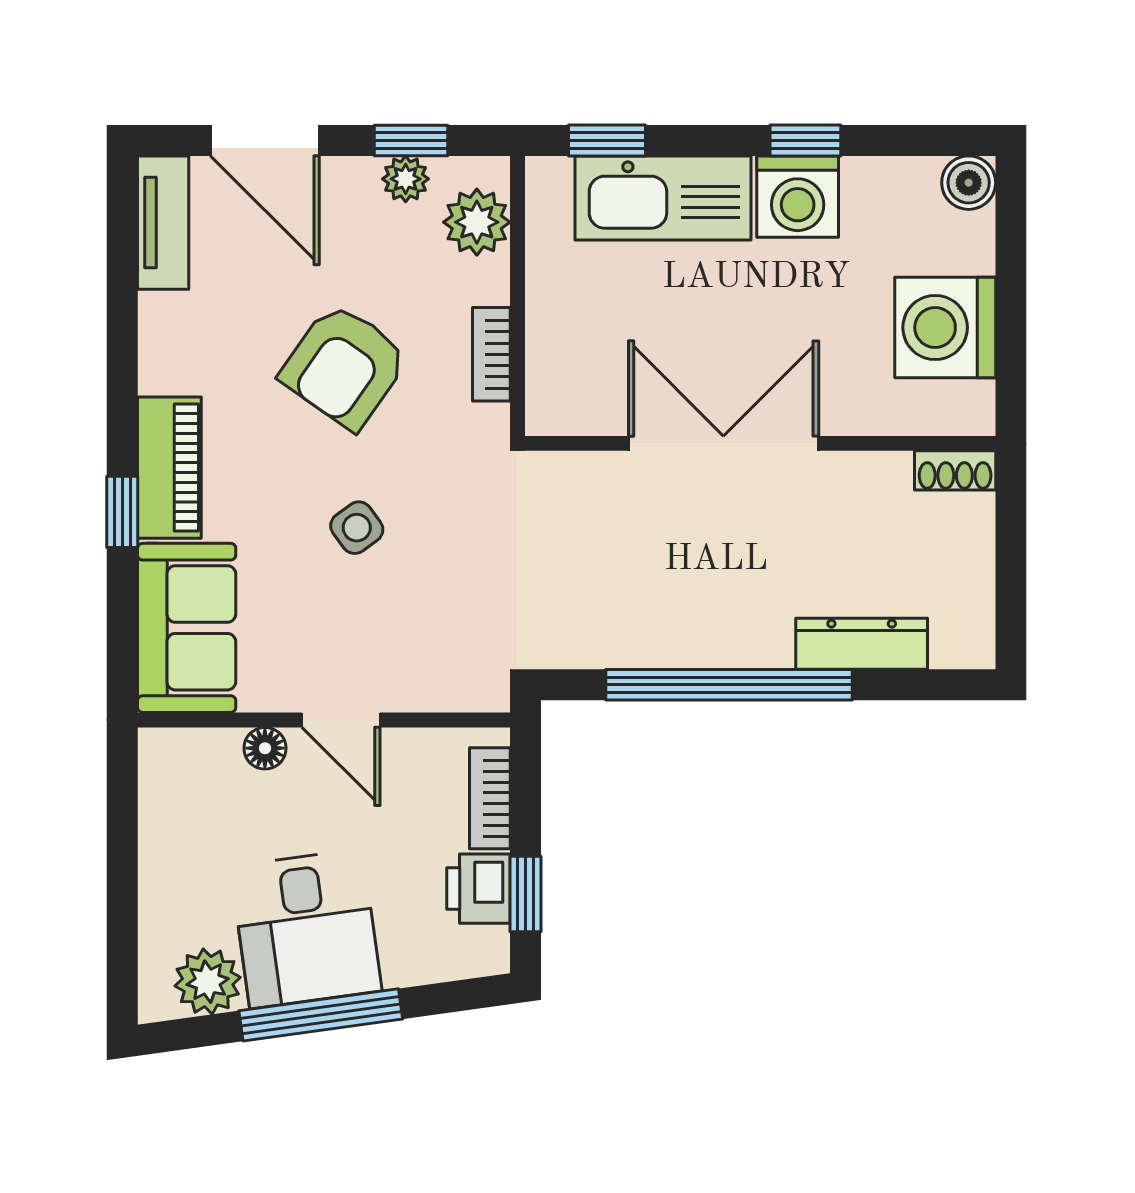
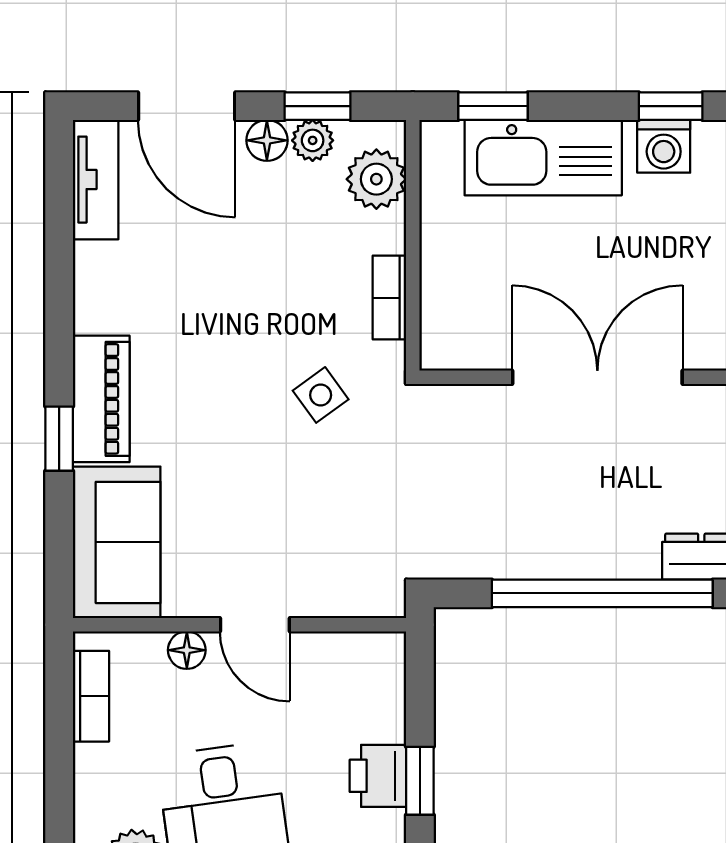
floor lamp: (355, 179) -> (267, 140), added
washing machine: (798, 197) -> (664, 146), width x0.73, depth x0.73
armchair: (344, 366) -> (258, 308), removed
side table: (357, 528) -> (321, 395), moved
bookcase: (490, 798) -> (91, 696), moved, turned 180

